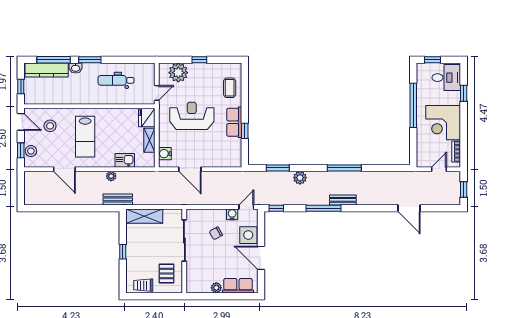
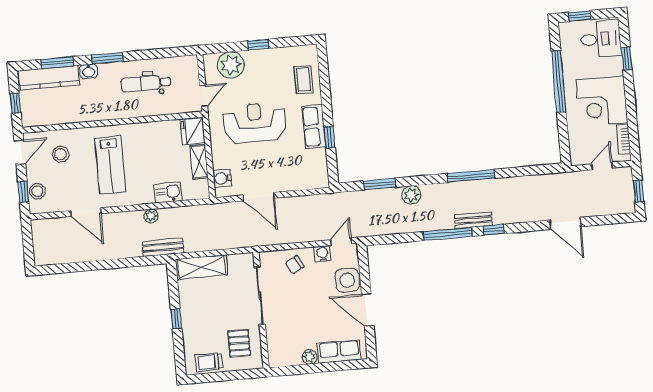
window: (54, 60) -> (57, 63), width x0.69
door: (21, 122) -> (20, 152), hinge flipped
window: (276, 208) -> (494, 230), moved
chair: (216, 233) -> (295, 265), moved

